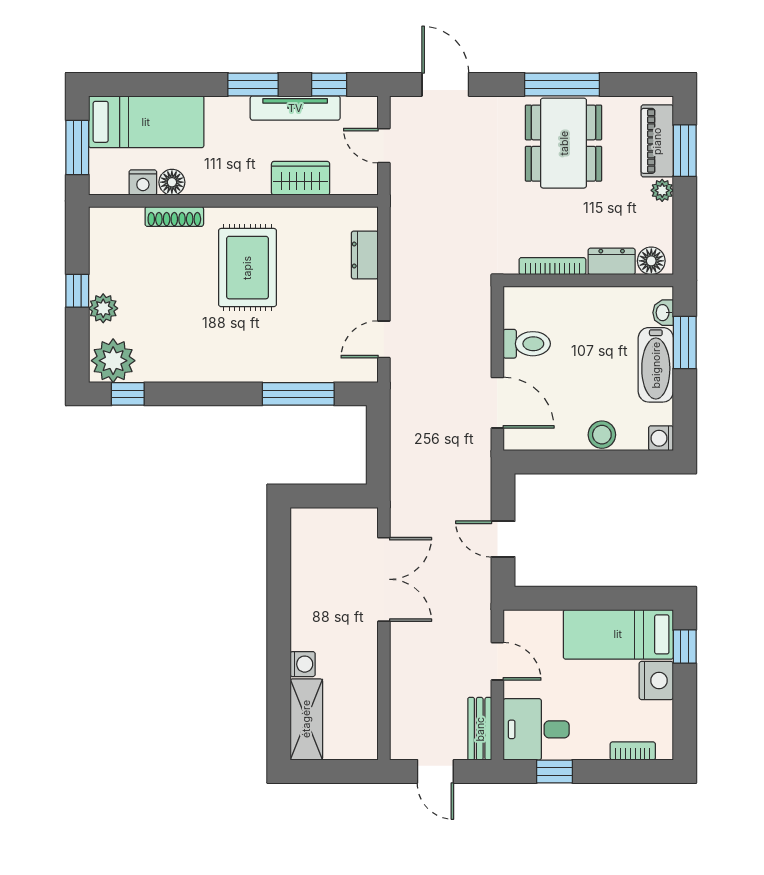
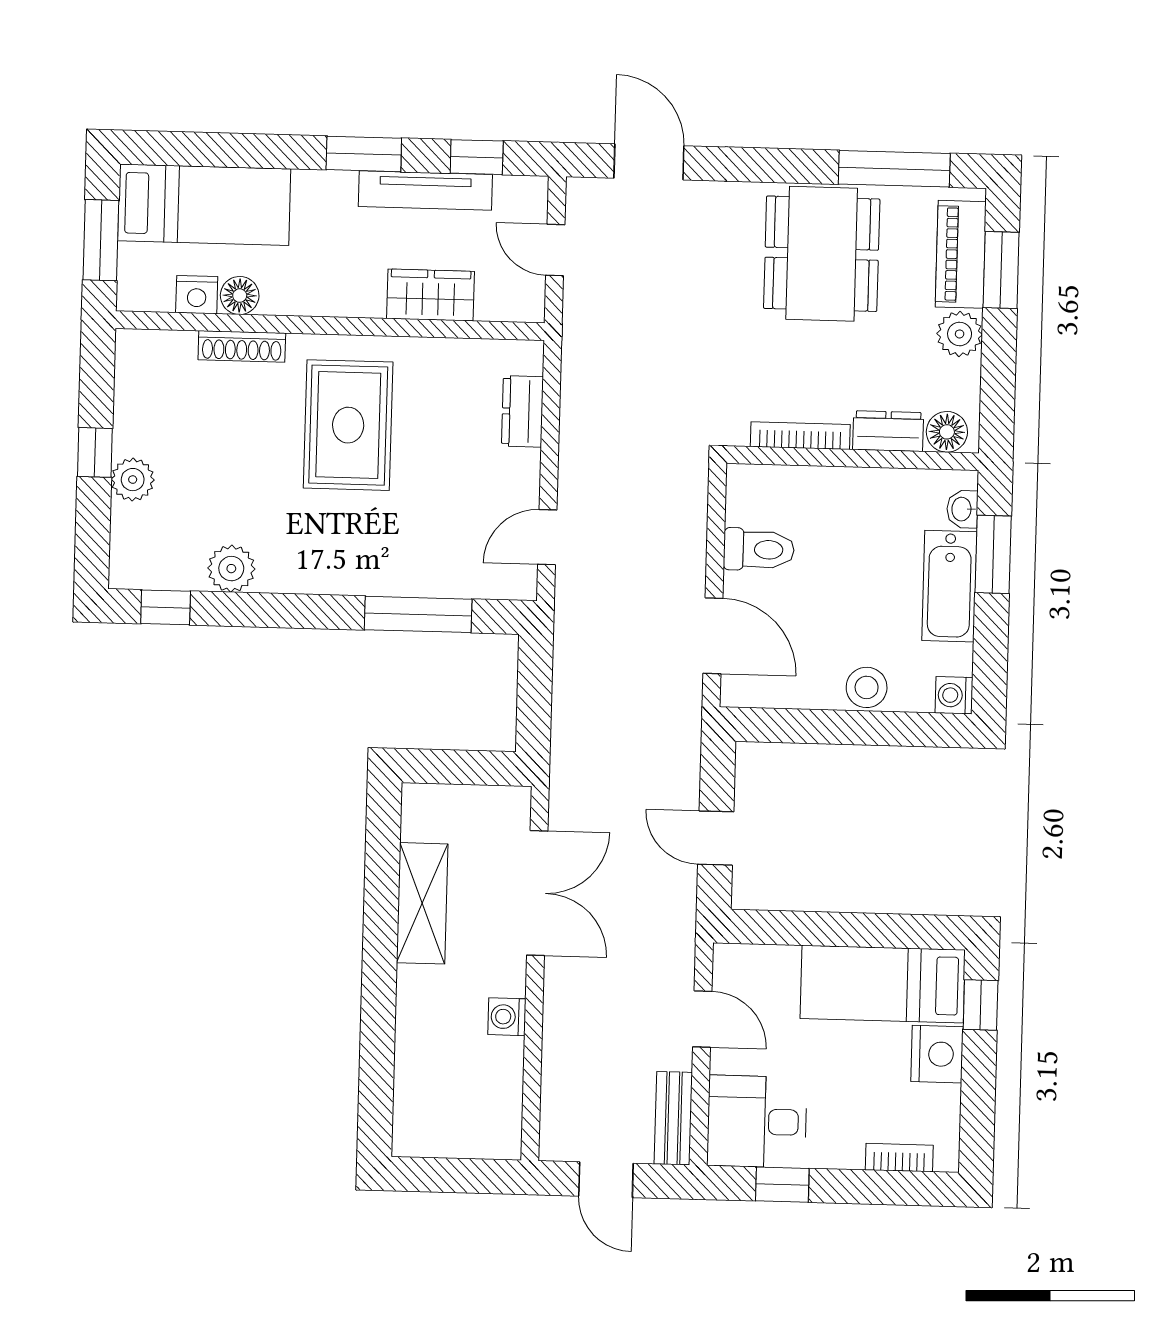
window: (562, 84) -> (894, 169), moved
plant: (662, 190) -> (960, 334), width x1.38, depth x1.38
plant: (113, 361) -> (231, 569), moved, width x0.73, depth x0.73
washing machine: (303, 664) -> (507, 1017), moved, turned 180
shelving: (306, 719) -> (422, 903), moved

